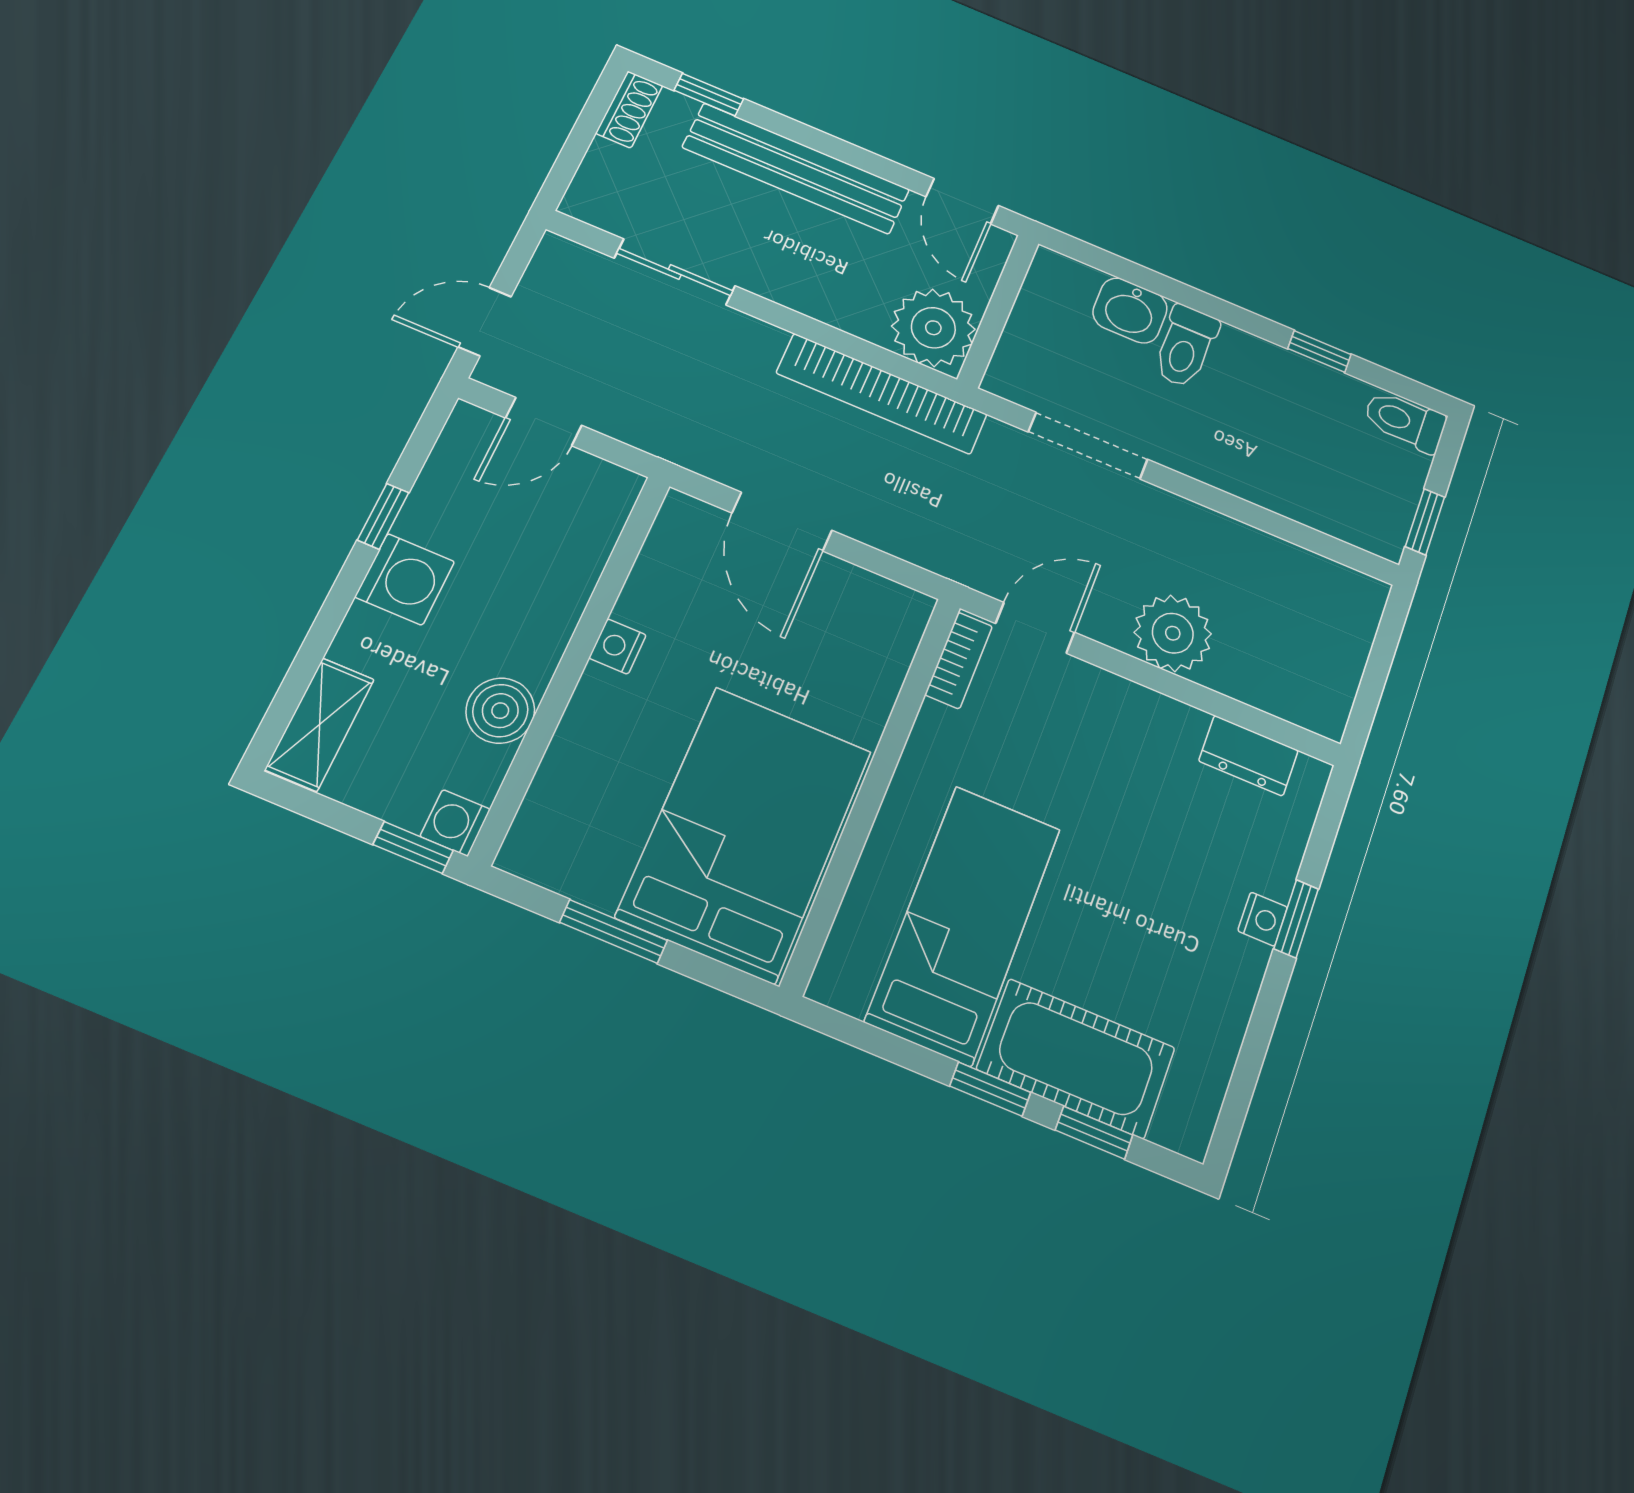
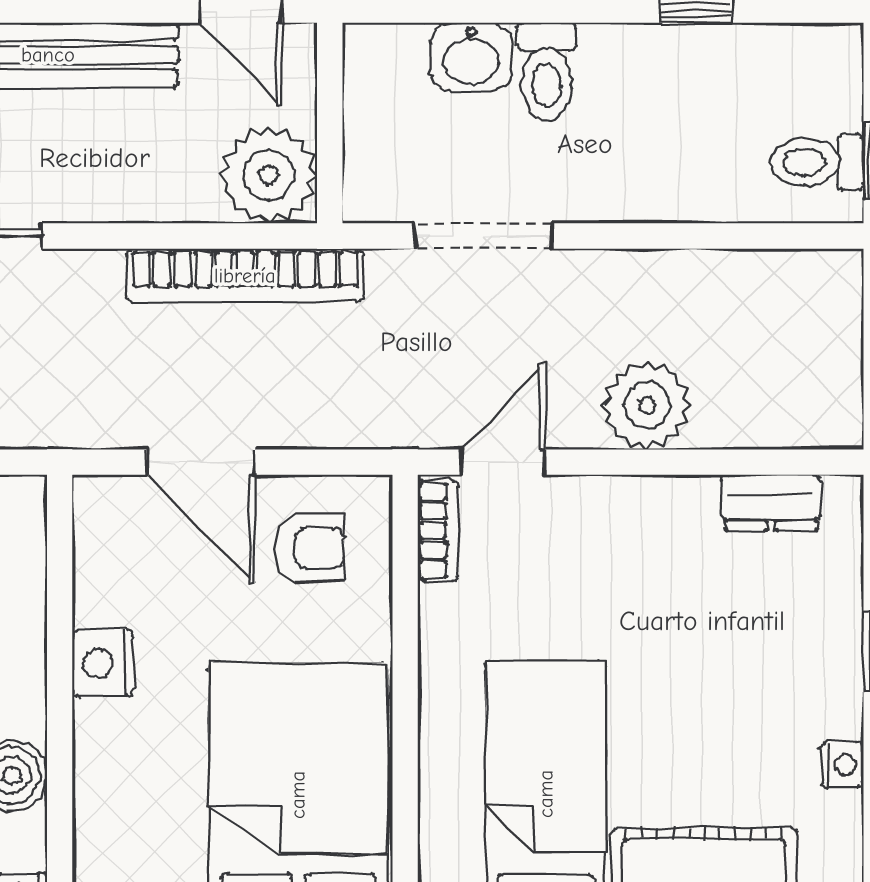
toilet: (1405, 421) -> (817, 162), moved
armchair: (844, 629) -> (310, 548), added
nightstand: (617, 646) -> (103, 663), width x1.39, depth x1.35
nightstand: (1263, 919) -> (842, 765), moved

